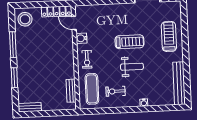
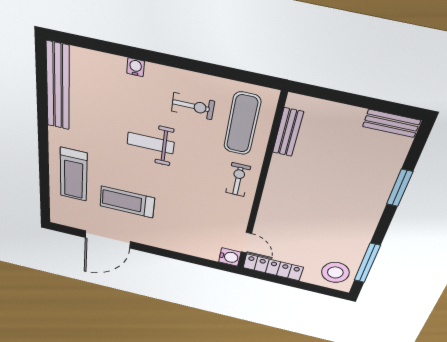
water cooler: (81, 38) -> (230, 257), moved
treadmill: (129, 42) -> (127, 202), moved
window: (13, 45) -> (367, 263), moved

